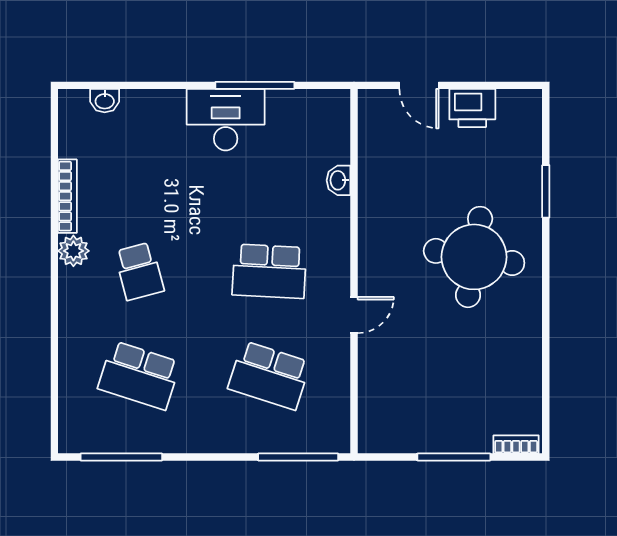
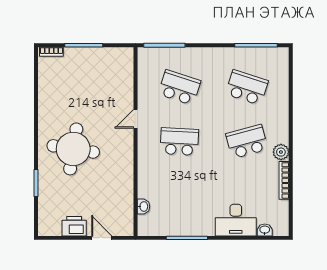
desk: (226, 120) -> (236, 220), moved
washbasin: (339, 180) -> (143, 206), moved
school desk: (139, 271) -> (247, 142), width x1.85

